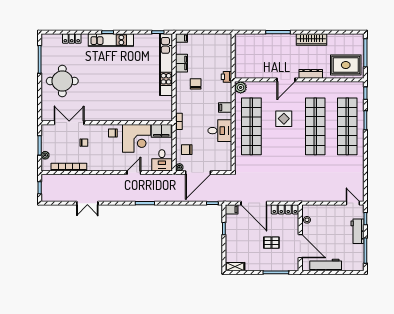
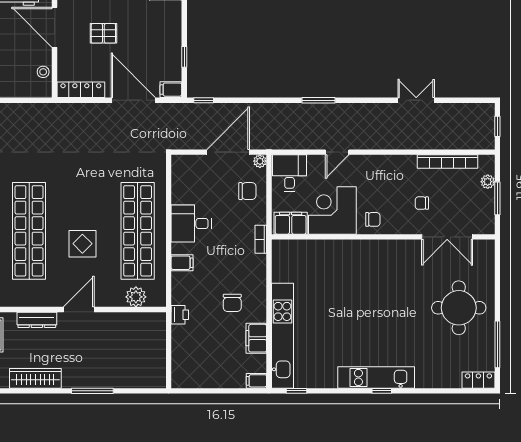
locker: (72, 38) -> (478, 380), moved
plant: (241, 87) -> (136, 297), moved

